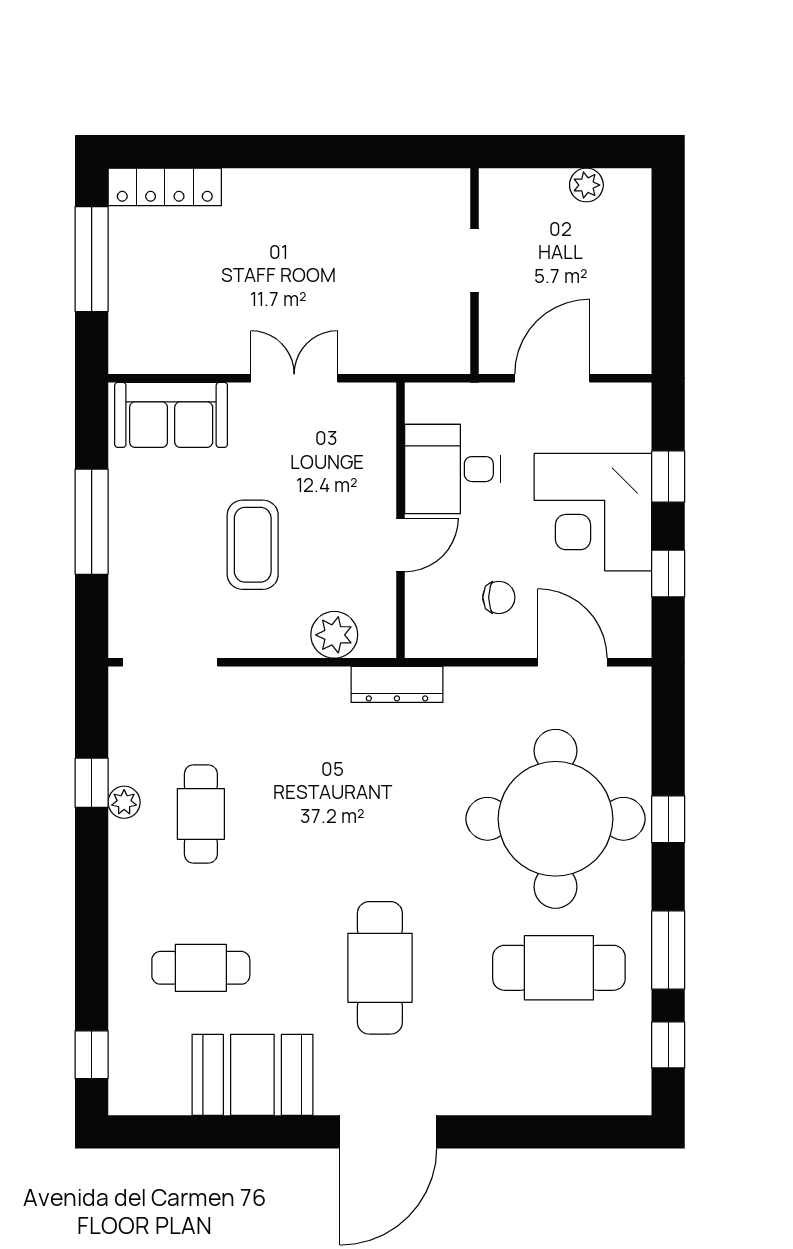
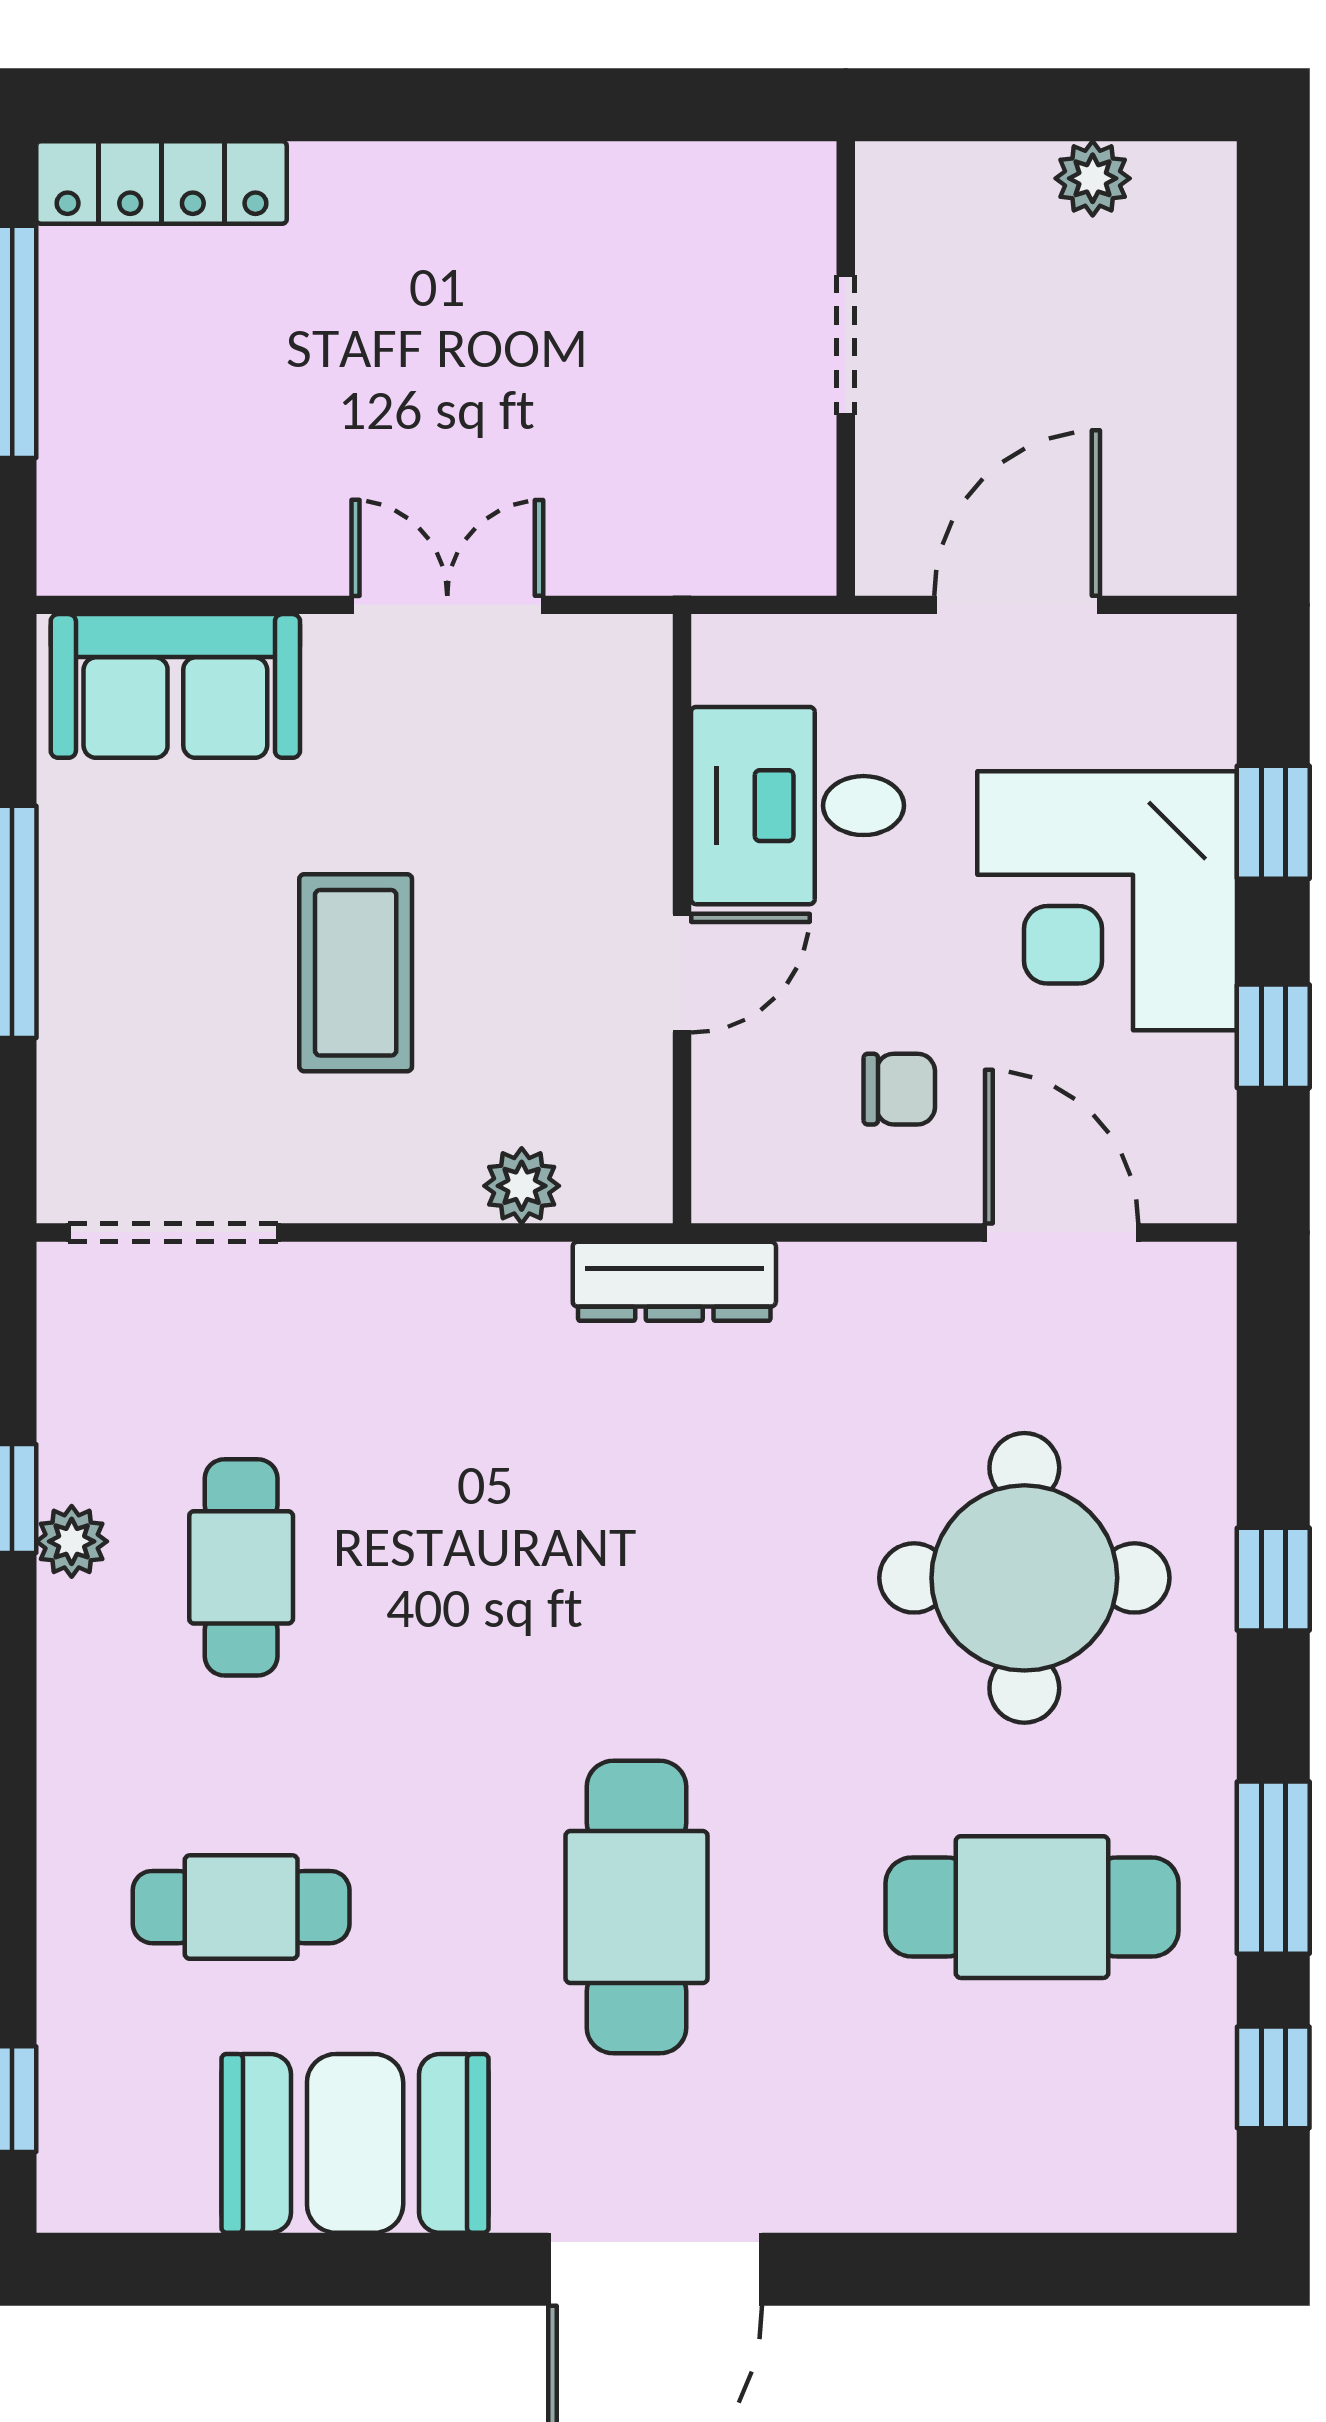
plant: (334, 635) -> (522, 1186), width x0.73, depth x0.73
round table: (555, 819) -> (1024, 1578), width x0.73, depth x0.73

